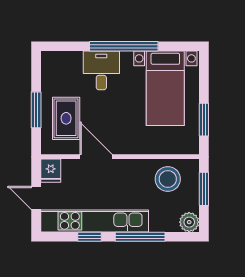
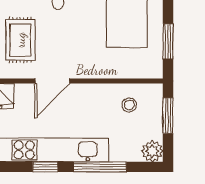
door: (96, 157) -> (52, 81), swing flipped
stool: (168, 179) -> (129, 105), width x0.53, depth x0.53

